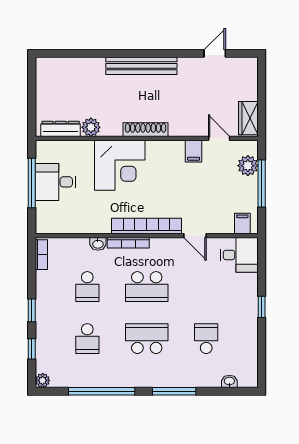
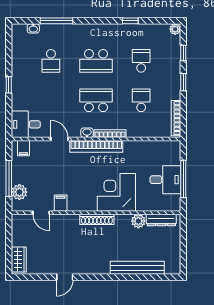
door: (215, 53) -> (65, 277), moved
bench: (141, 66) -> (137, 268), moved
wardrobe: (248, 118) -> (19, 259), moved
washbasin: (98, 244) -> (87, 133), moved
bookcase: (41, 255) -> (176, 118), width x1.56
window: (102, 391) -> (130, 21), width x0.32
window: (174, 391) -> (57, 21), moved

